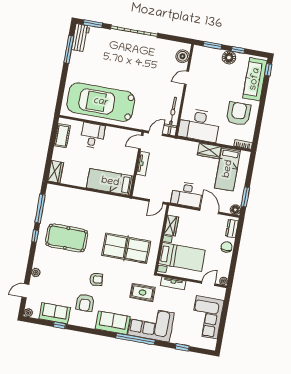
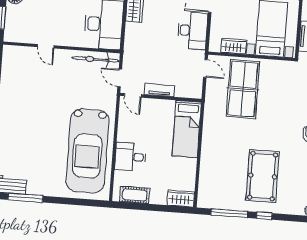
boiler: (182, 56) -> (19, 54), removed
table tennis table: (126, 248) -> (243, 89), moved

